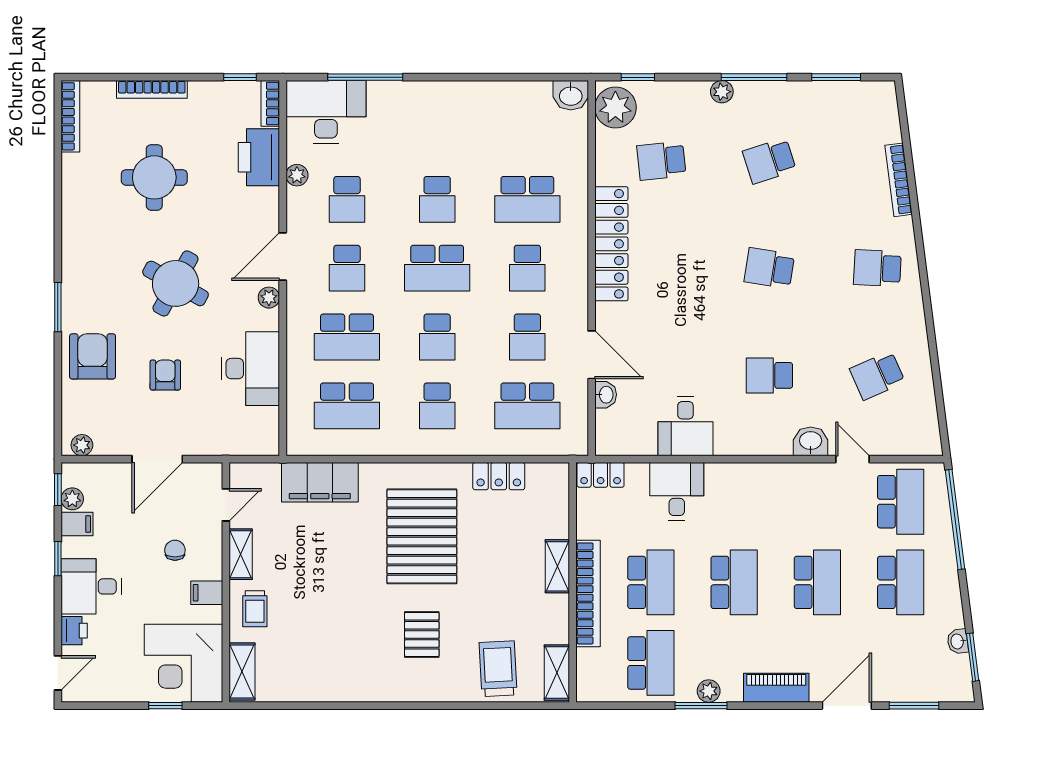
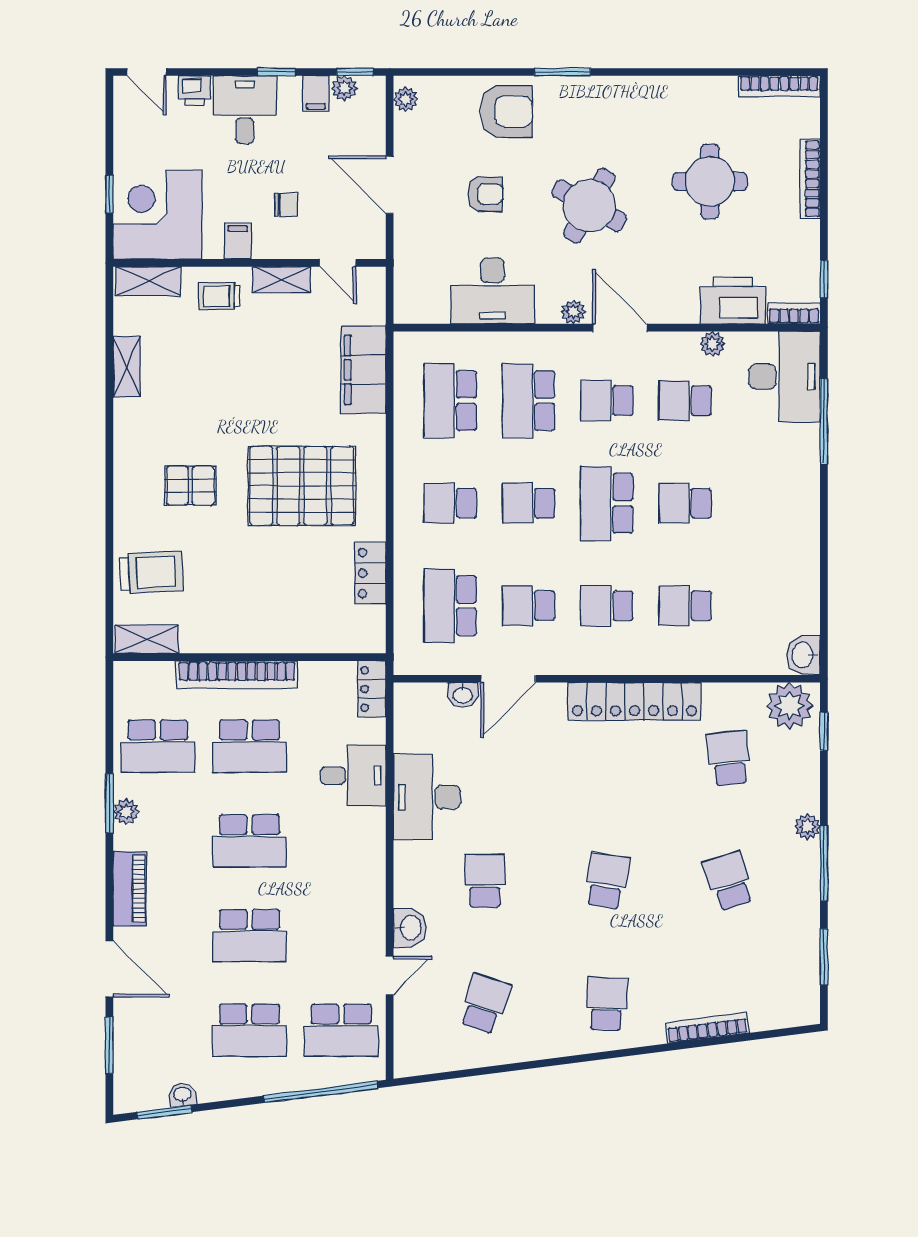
school desk: (527, 199) -> (685, 606), width x0.54
school desk: (877, 375) -> (485, 1004), turned 42
desk: (685, 426) -> (427, 797), width x1.37
shelving: (557, 566) -> (127, 367), moved, turned 90

